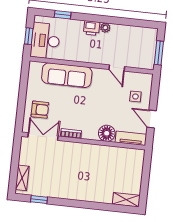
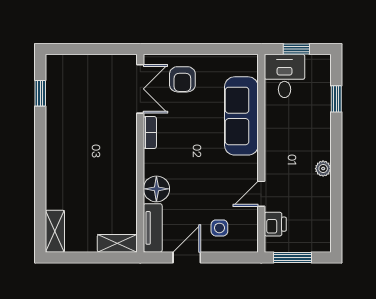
printer: (92, 28) -> (275, 224), moved, turned 180
desk: (45, 41) -> (285, 76), width x0.73
shelving: (22, 178) -> (117, 243), moved

